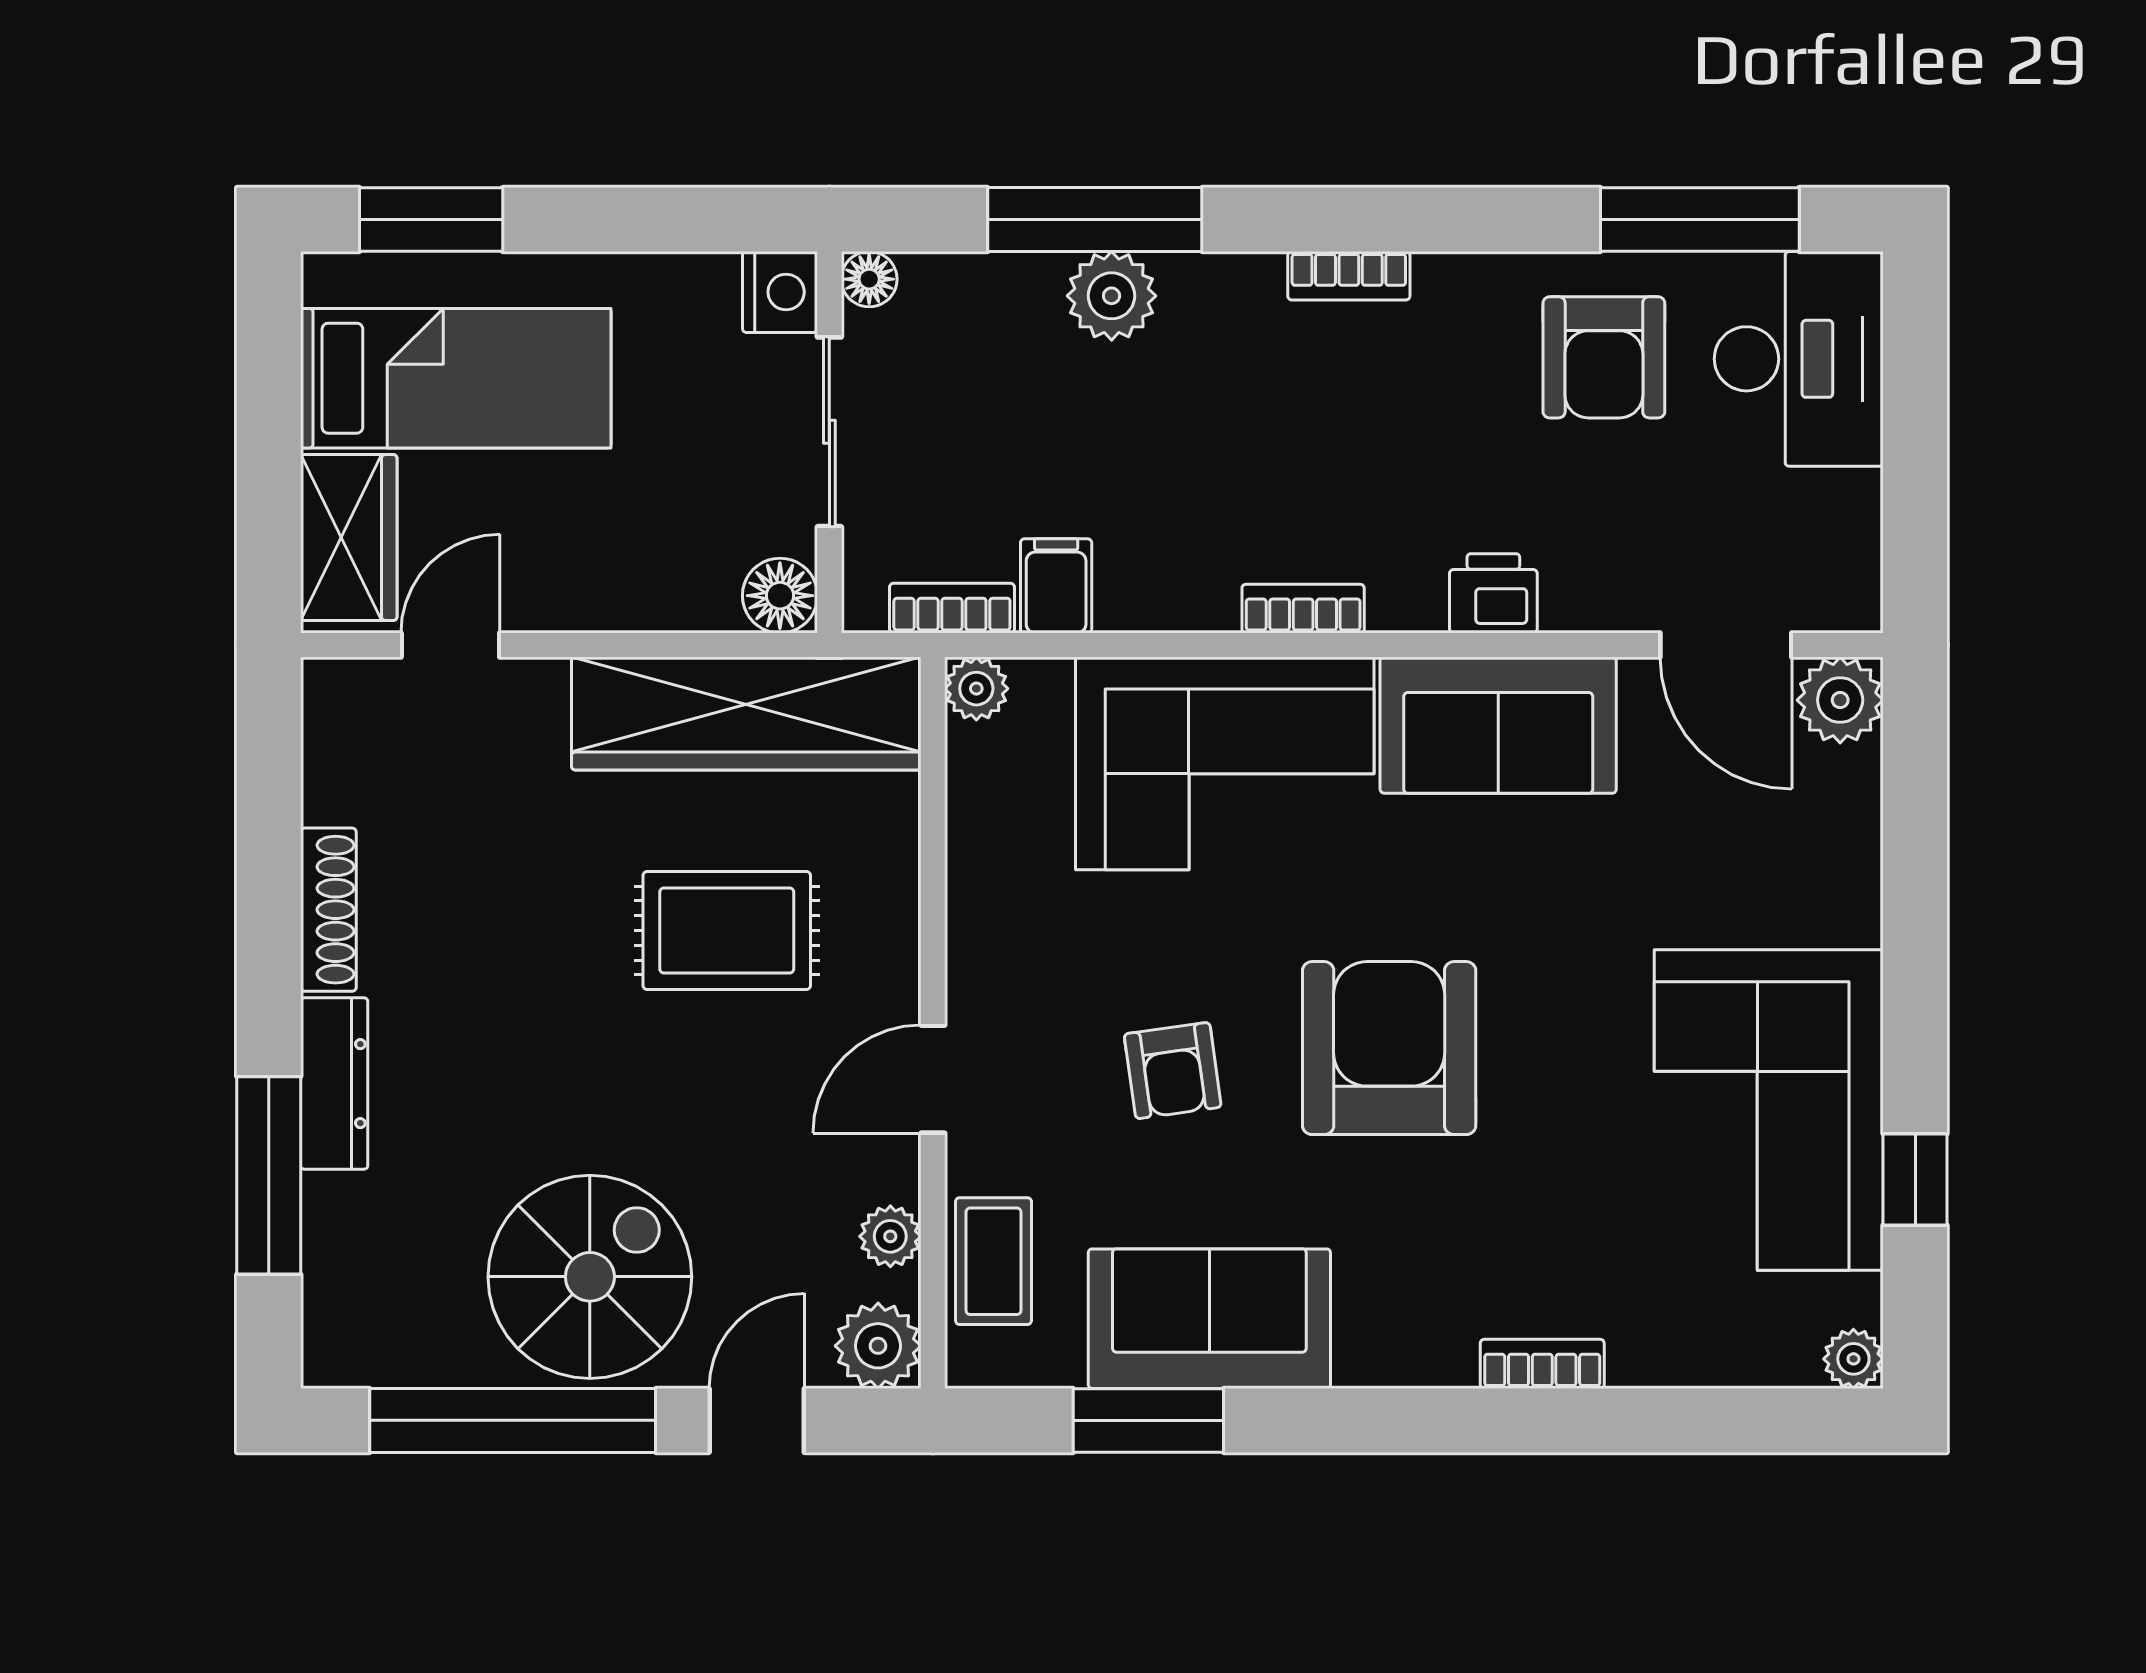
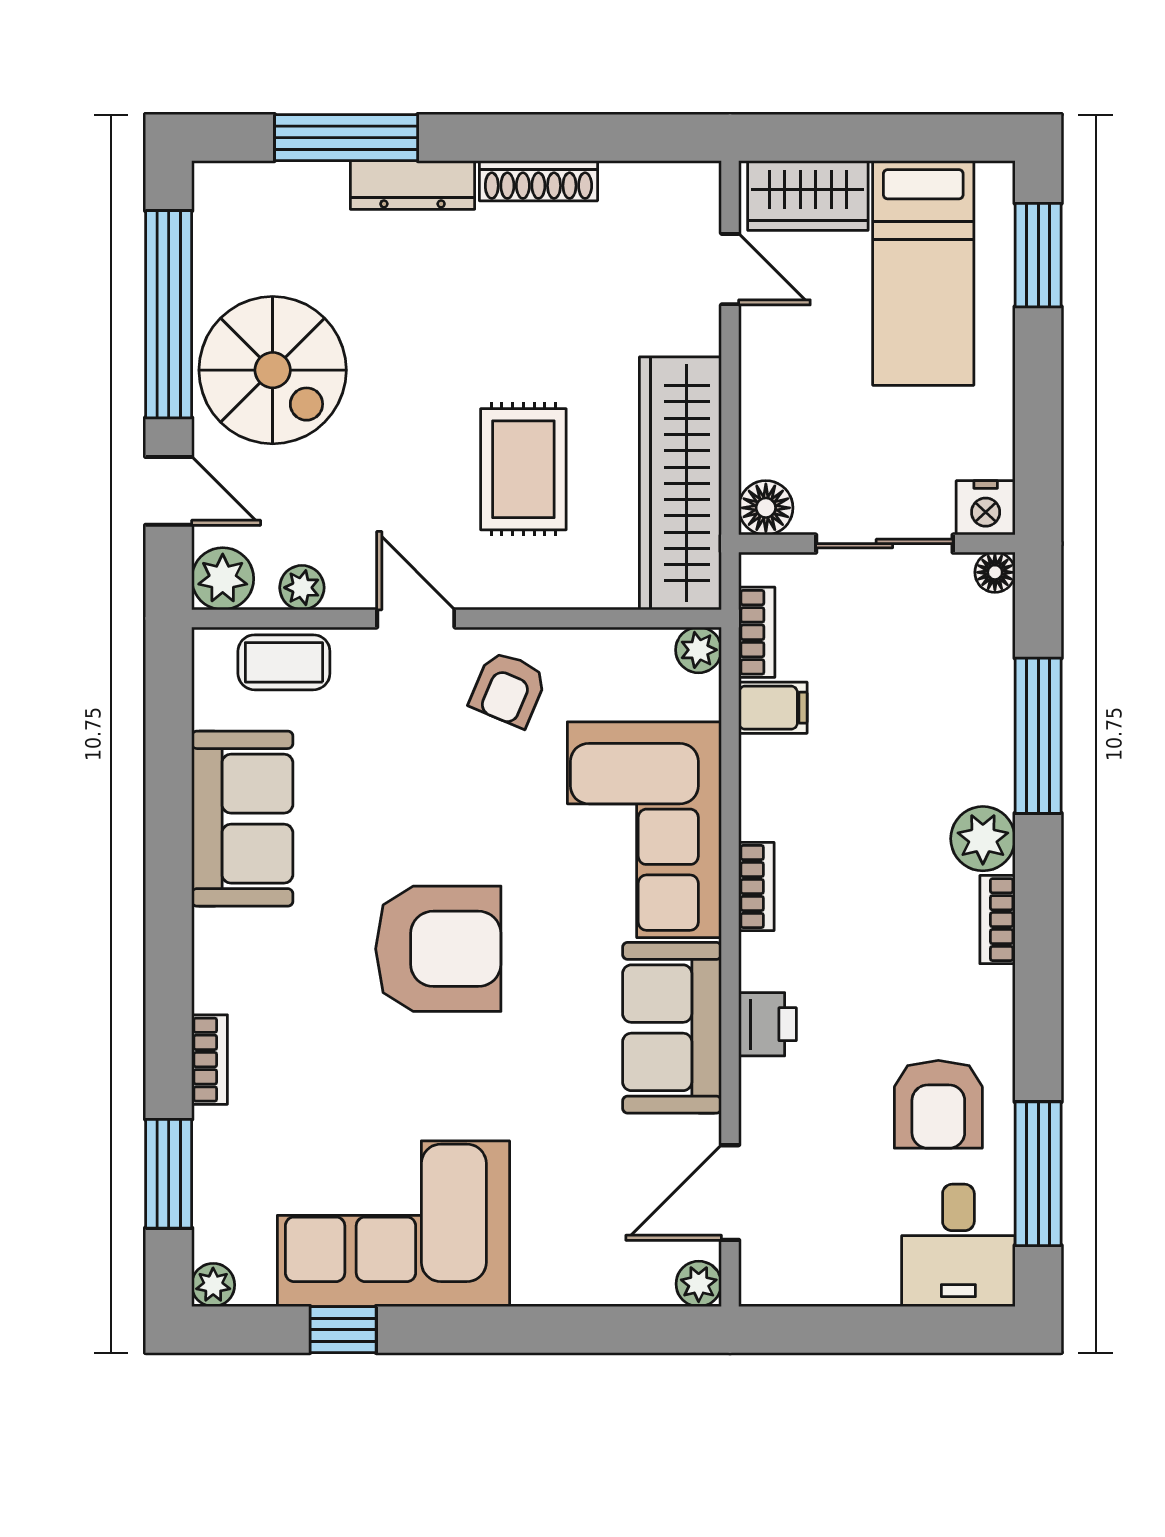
plant: (1112, 296) -> (983, 839), moved
armchair: (1604, 357) -> (938, 1104), turned -90
desk: (1799, 359) -> (958, 1245), width x0.73
plant: (1840, 700) -> (699, 1284), width x0.73, depth x0.73
armchair: (1173, 1071) -> (508, 689), moved, turned -59
window: (1148, 1420) -> (169, 1174), moved

